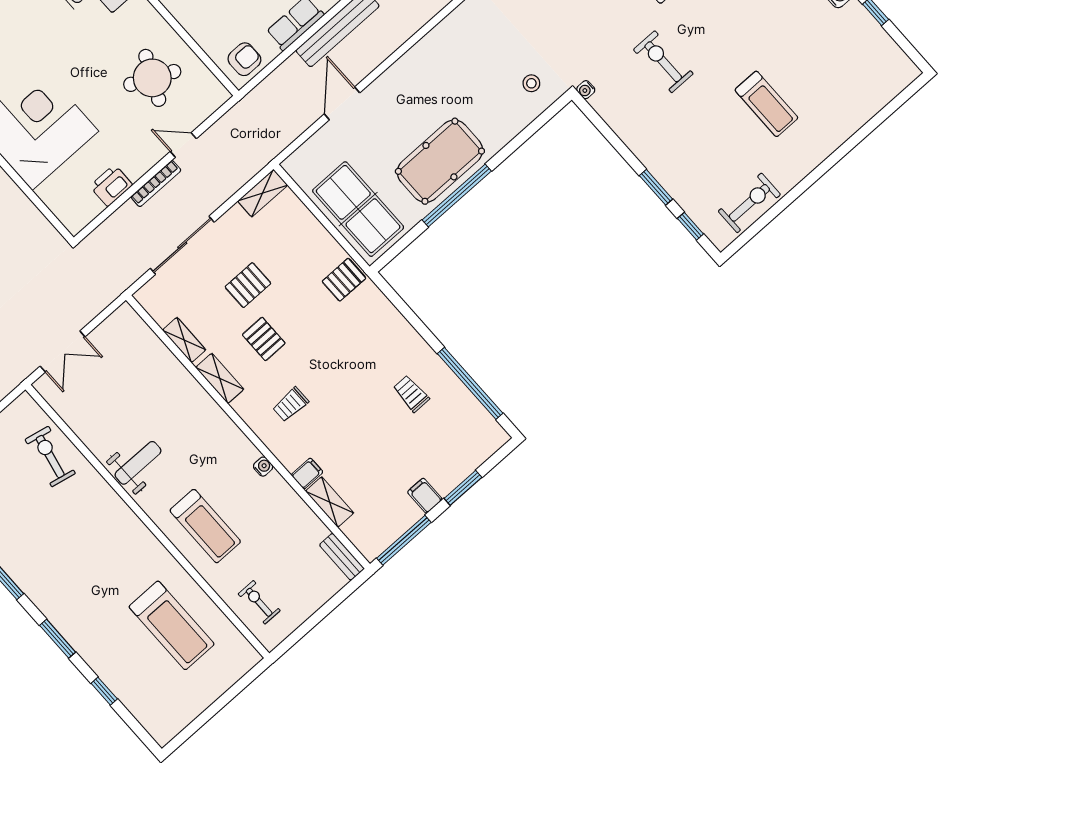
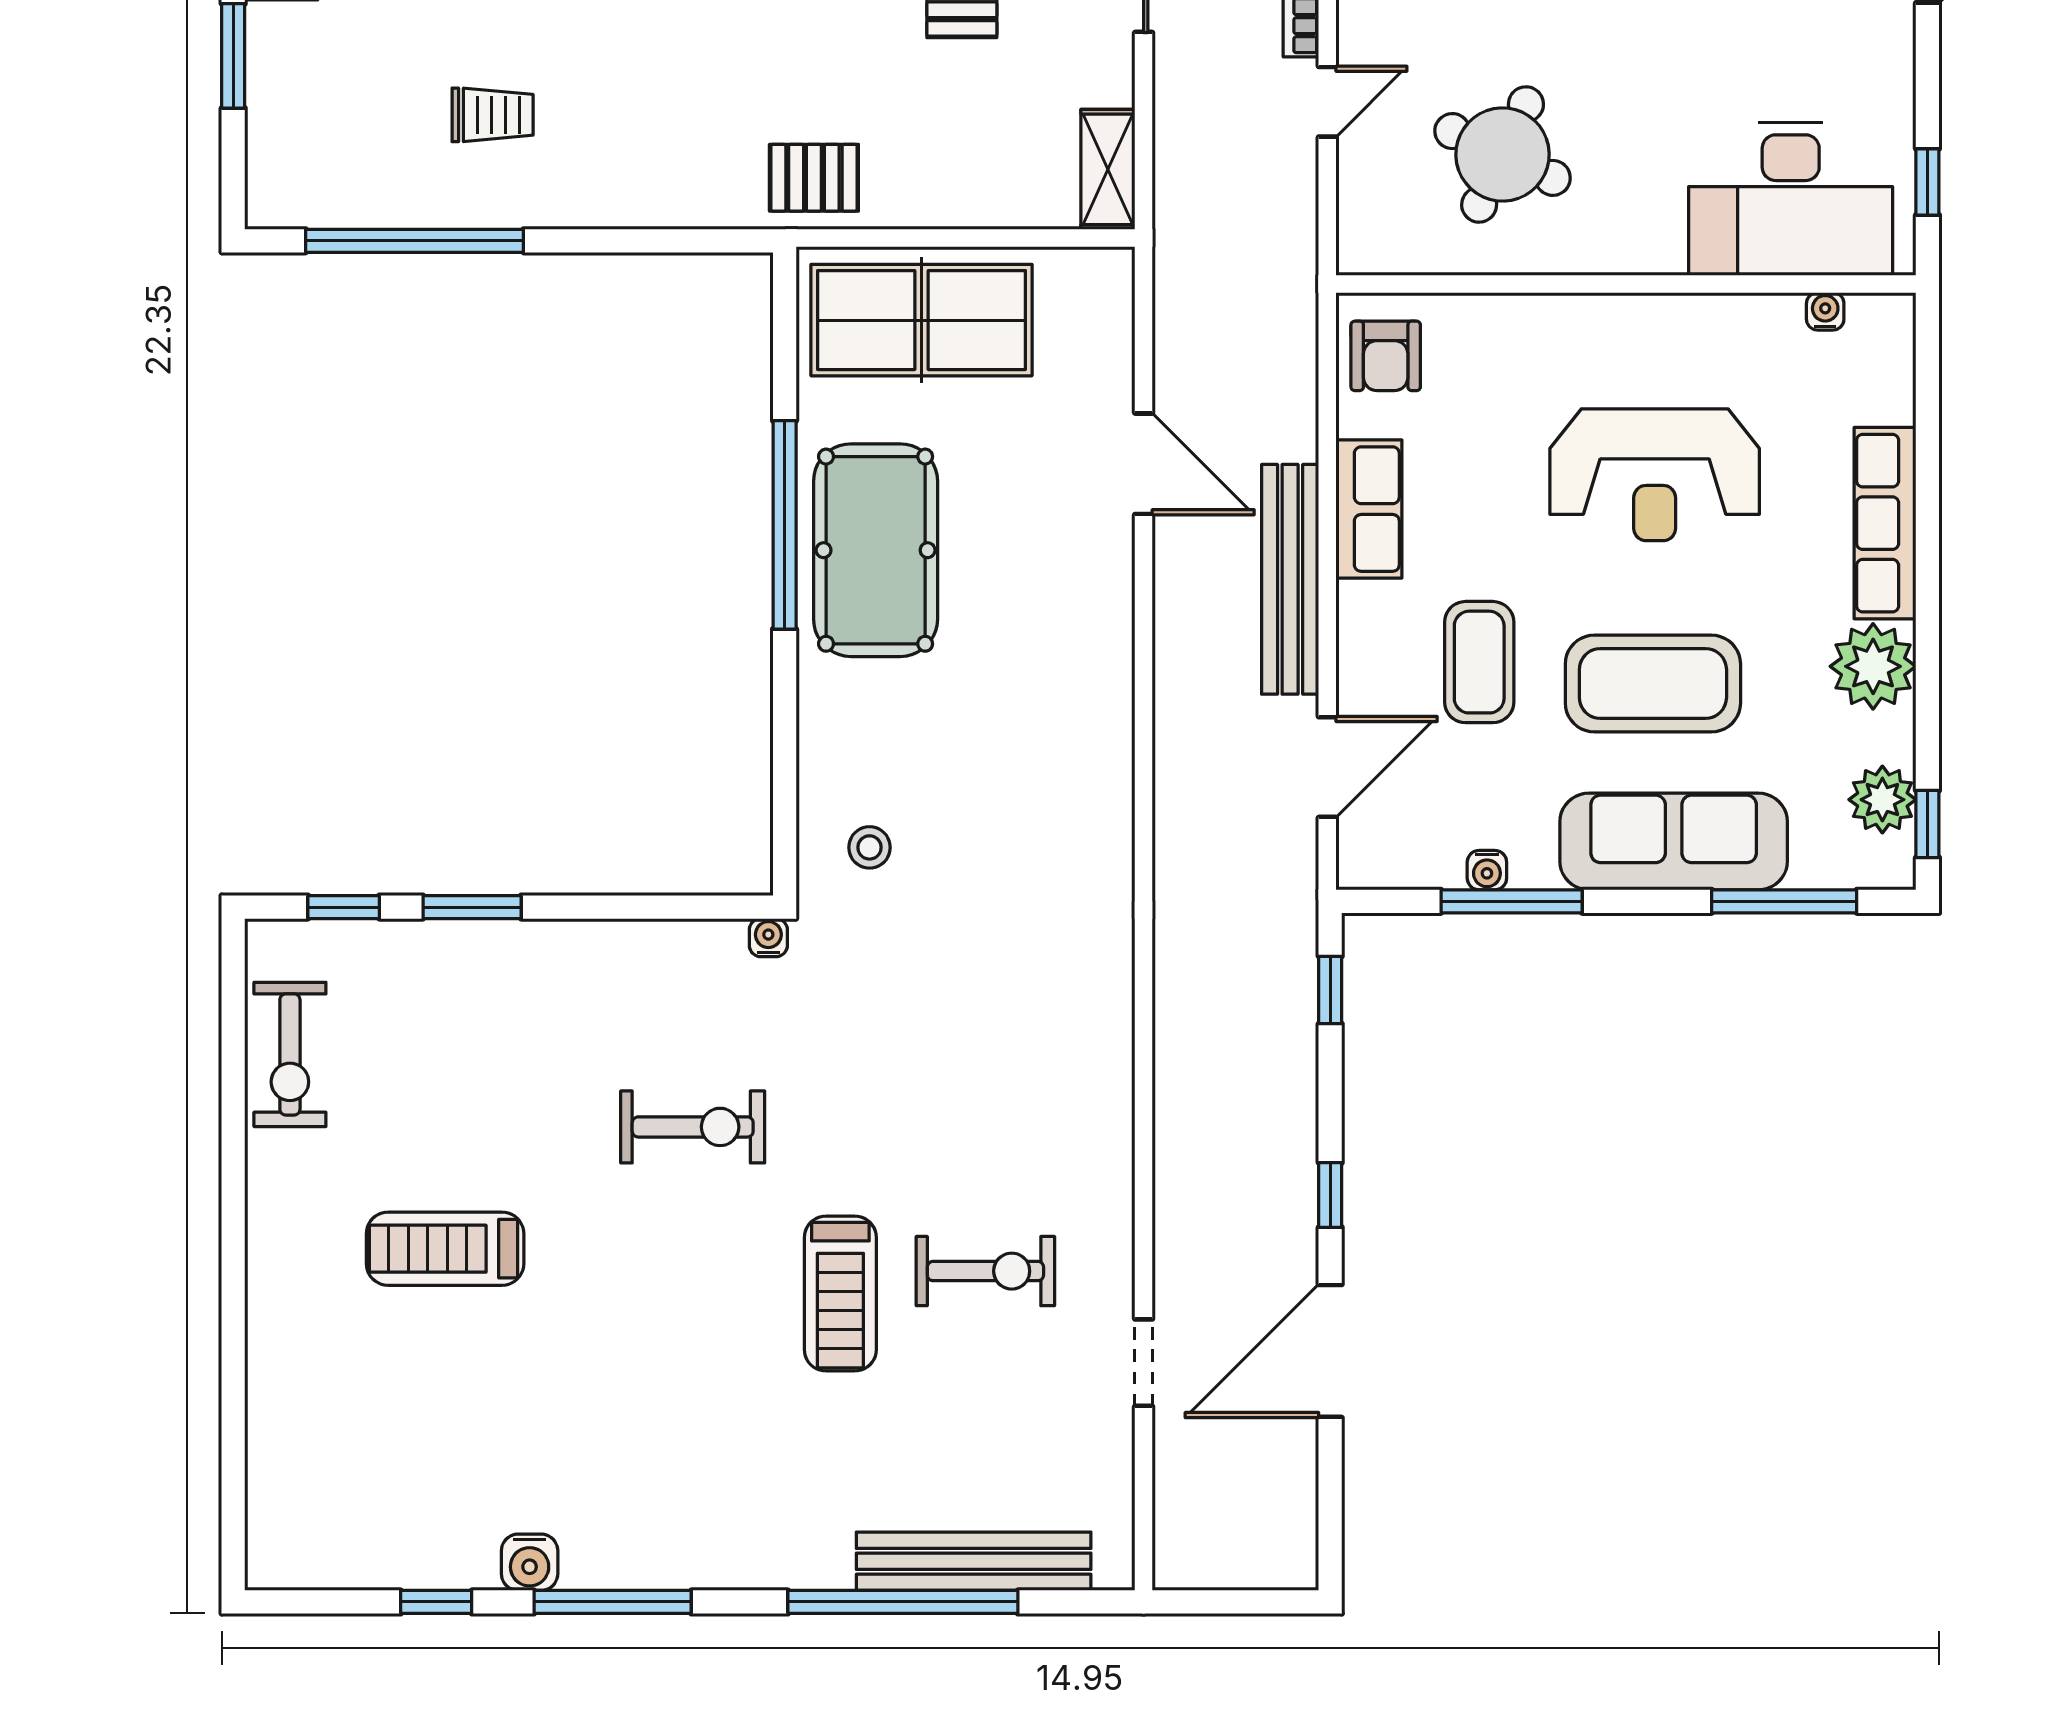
pallet: (344, 280) -> (814, 178), turned 90

